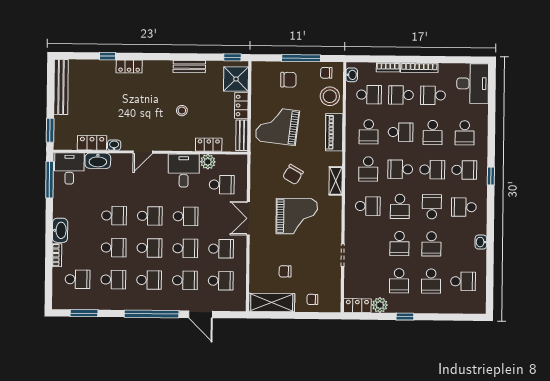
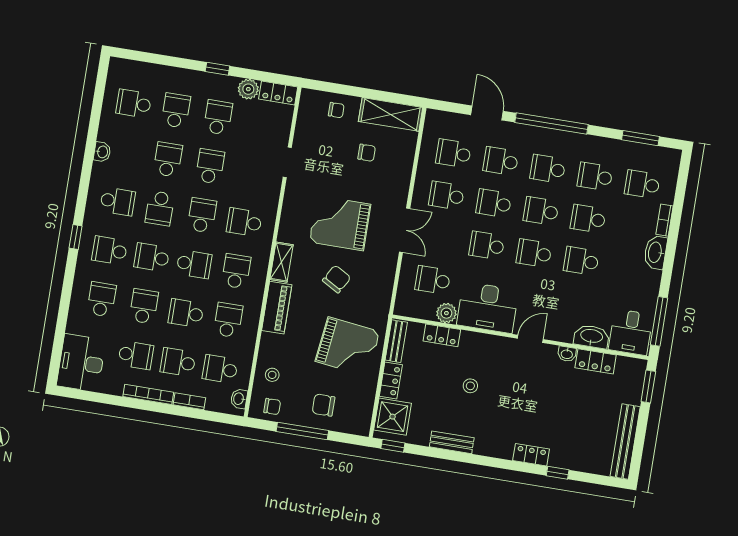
school desk: (401, 95) -> (178, 362), turned 180
stool: (330, 96) -> (272, 375), width x0.53, depth x0.53
piano: (334, 132) -> (277, 308), moved
desk: (184, 171) -> (488, 308), width x1.37

